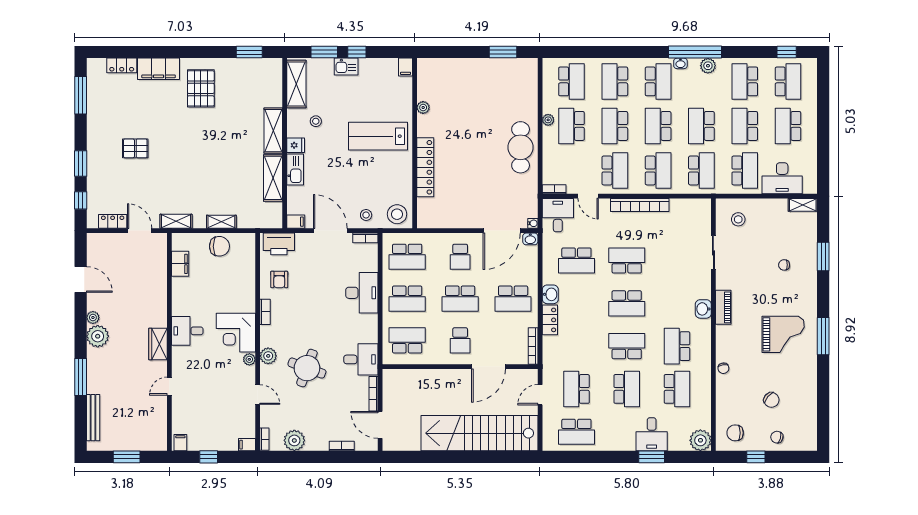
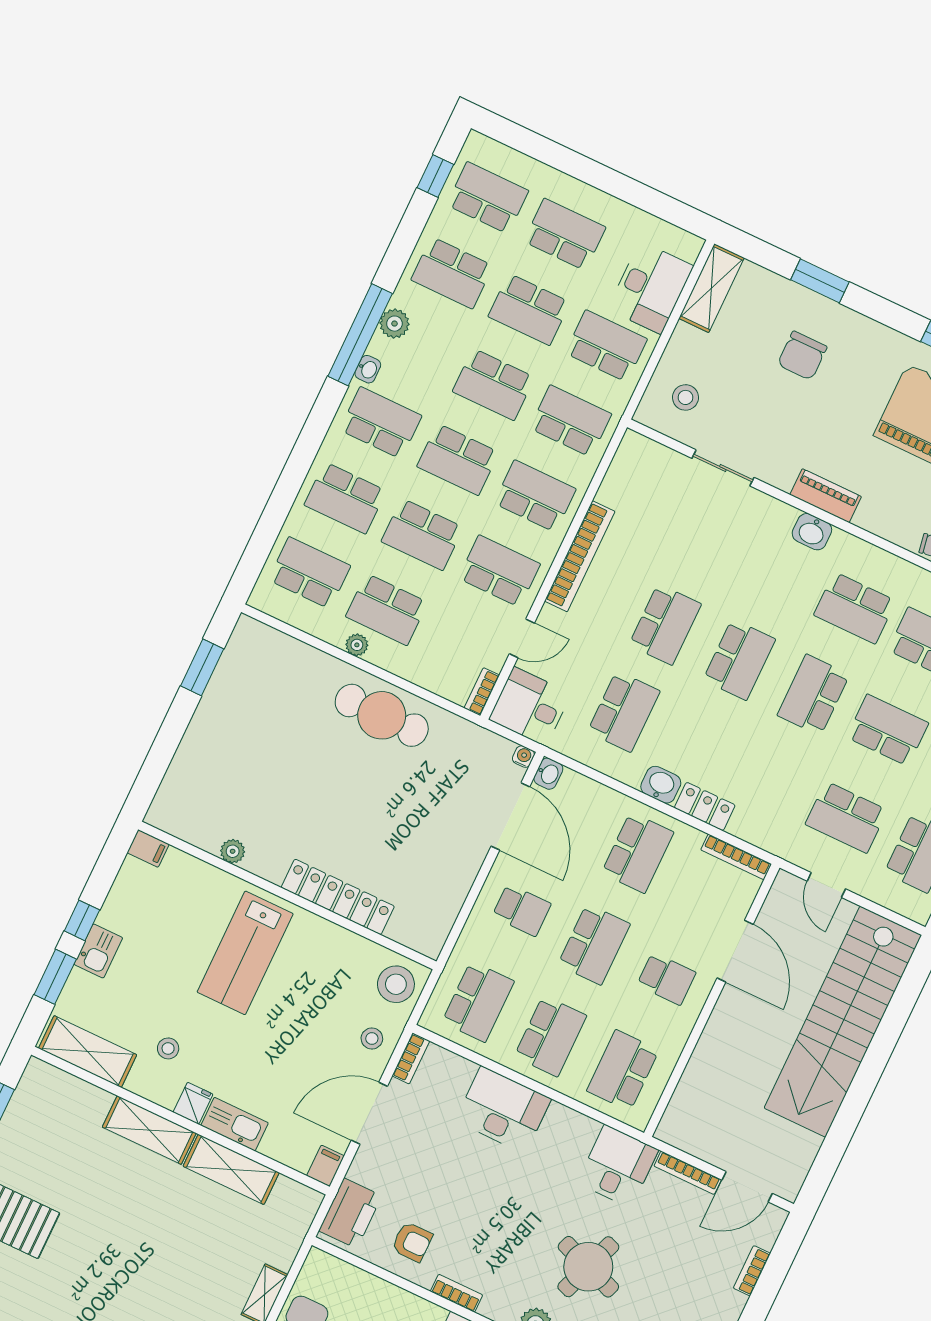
school desk: (788, 126) -> (565, 234), turned 180
shelving: (803, 205) -> (711, 288), width x1.50, depth x1.33
school desk: (627, 260) -> (665, 624), turned 180
chair: (784, 265) -> (802, 356), width x1.87, depth x1.87

